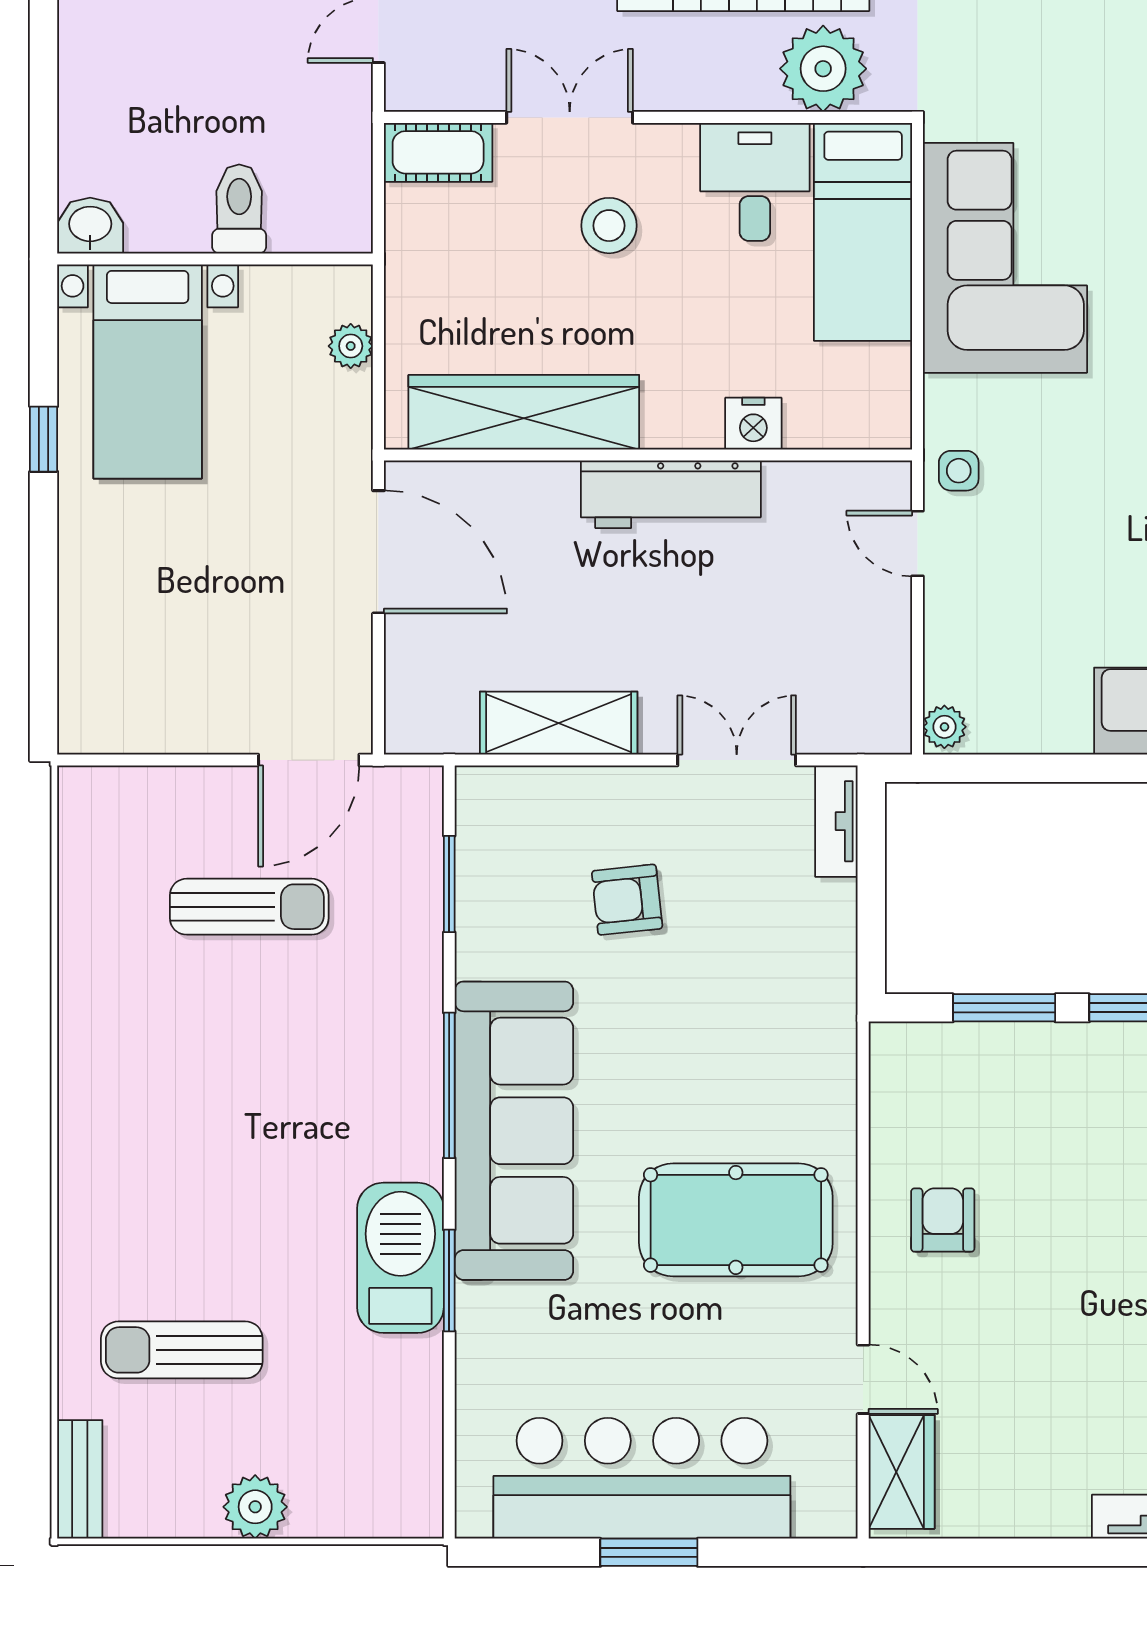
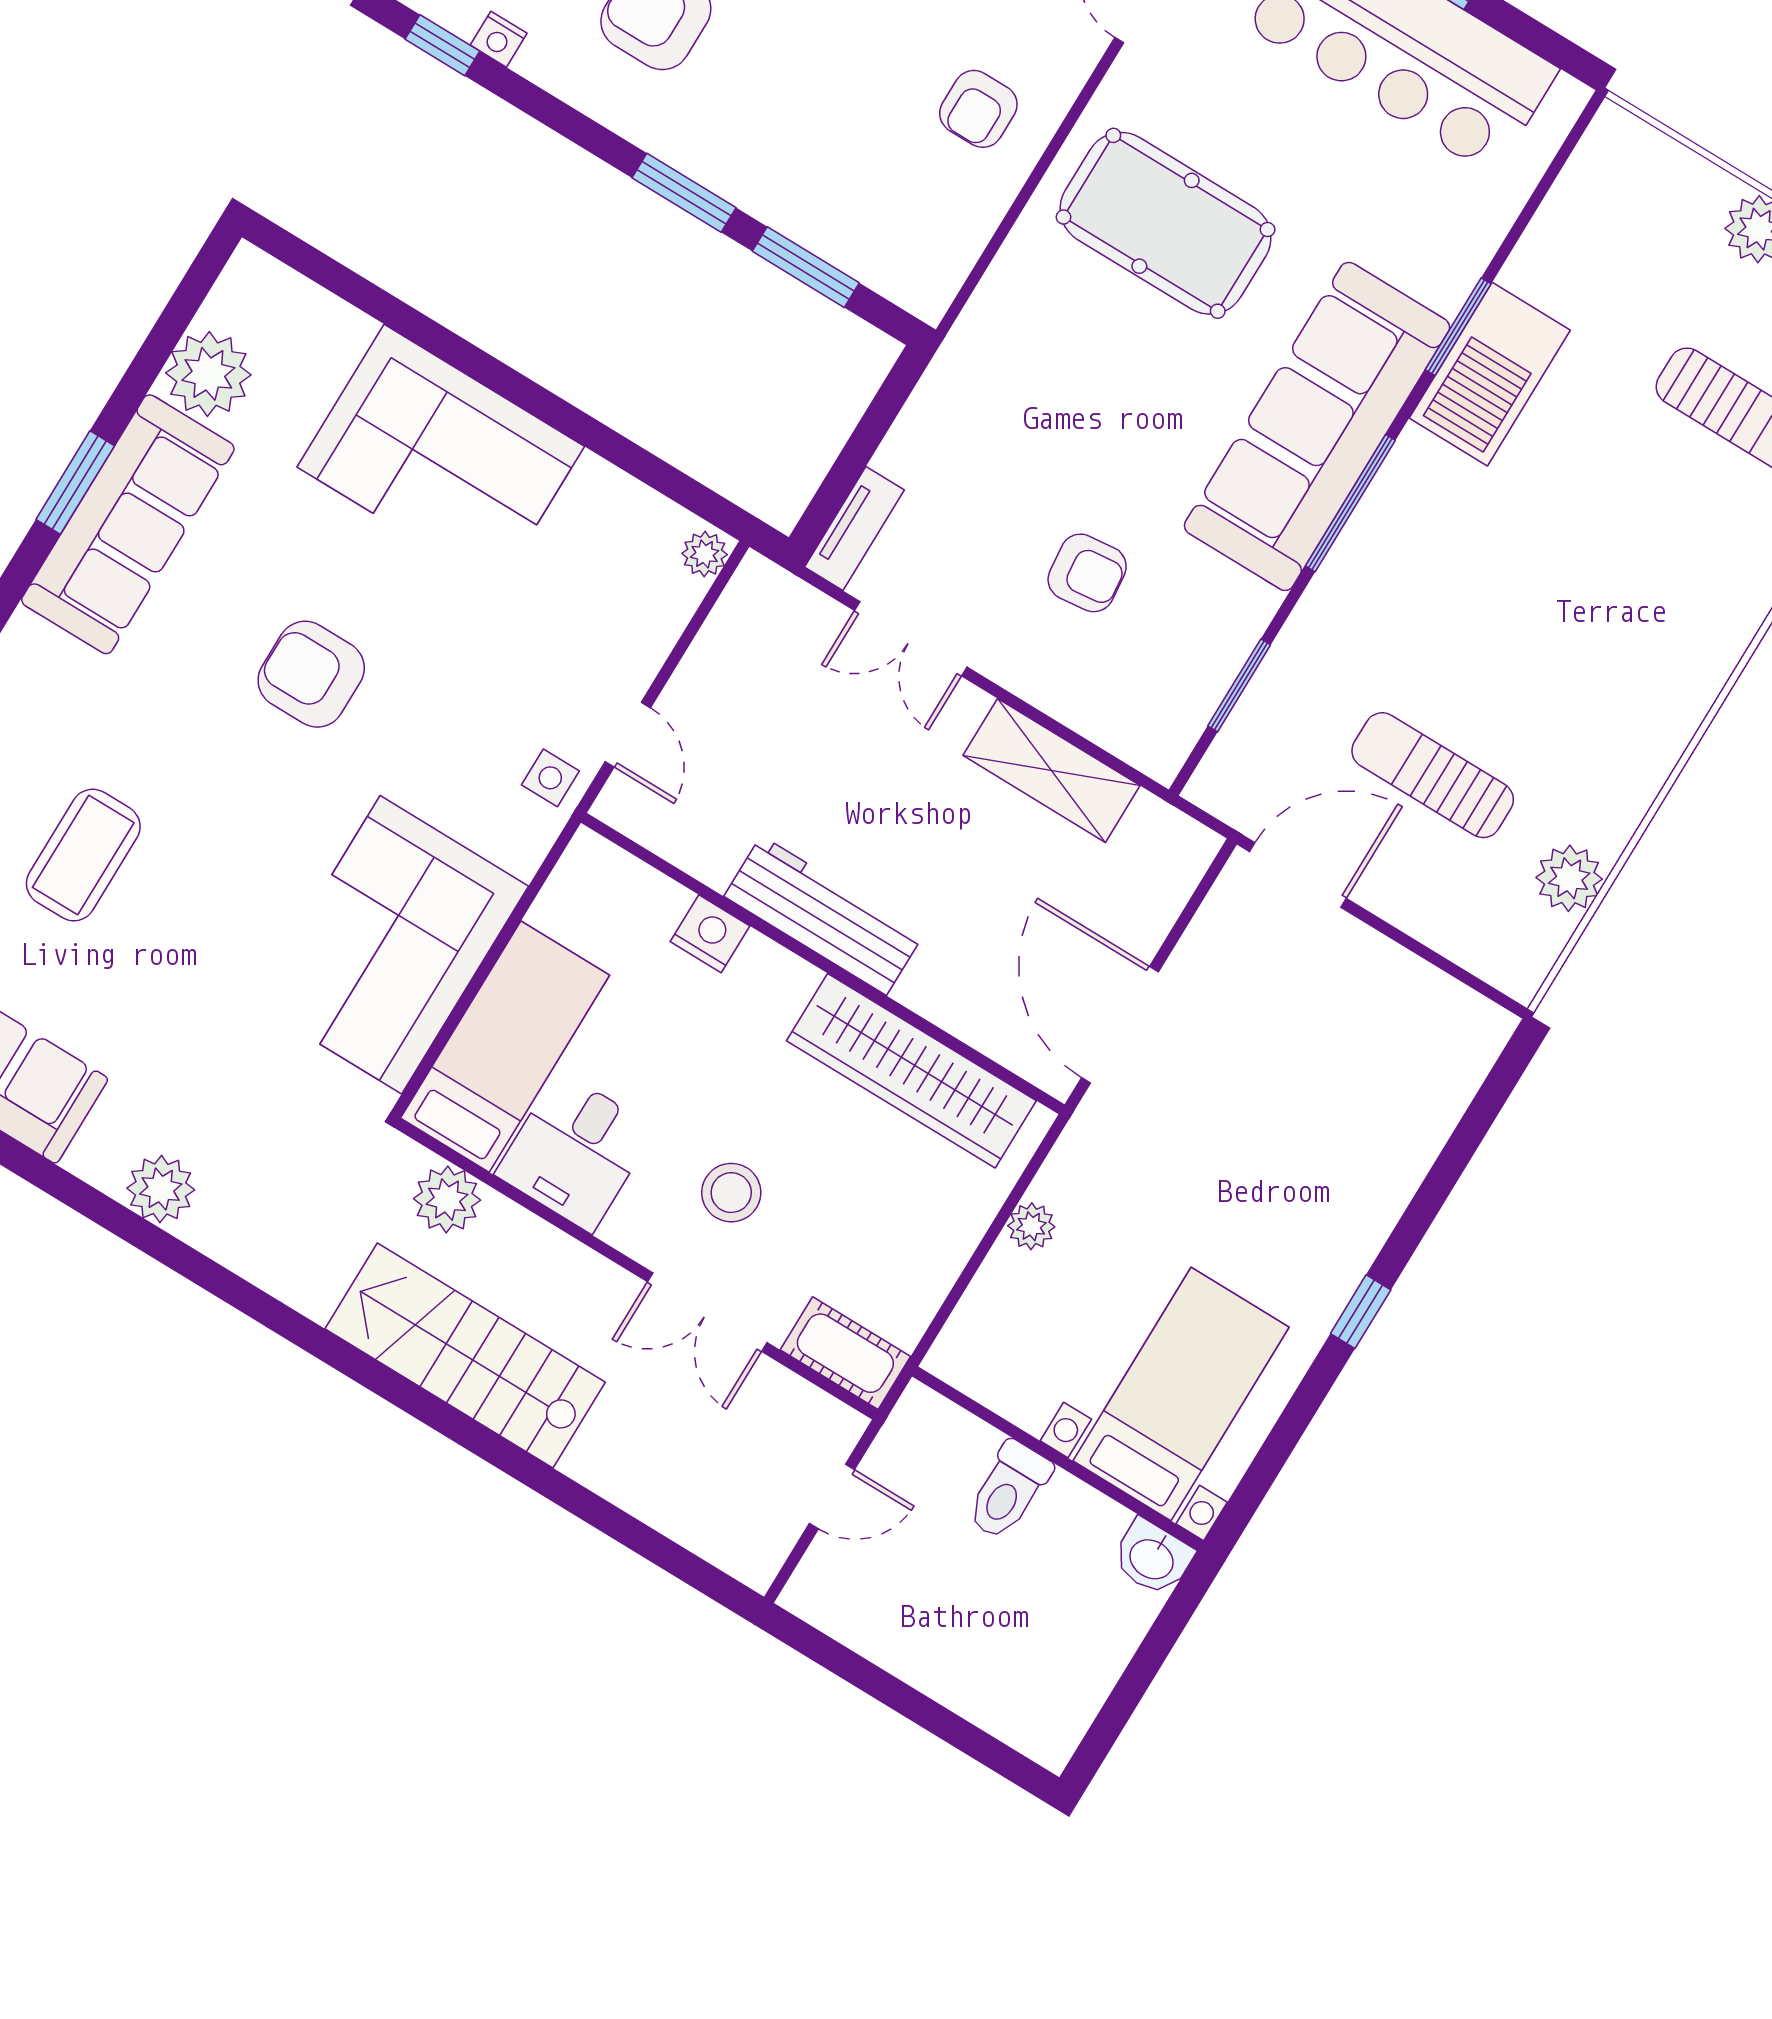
plant: (823, 69) -> (447, 1199), width x0.73, depth x0.73
toilet: (239, 209) -> (1009, 1491), moved
washbasin: (90, 226) -> (1152, 1558), moved
wall: (215, 259) -> (1058, 1459), moved
bed with nightstands: (148, 372) -> (1181, 1394), moved
plant: (89, 891) -> (1569, 878), added

